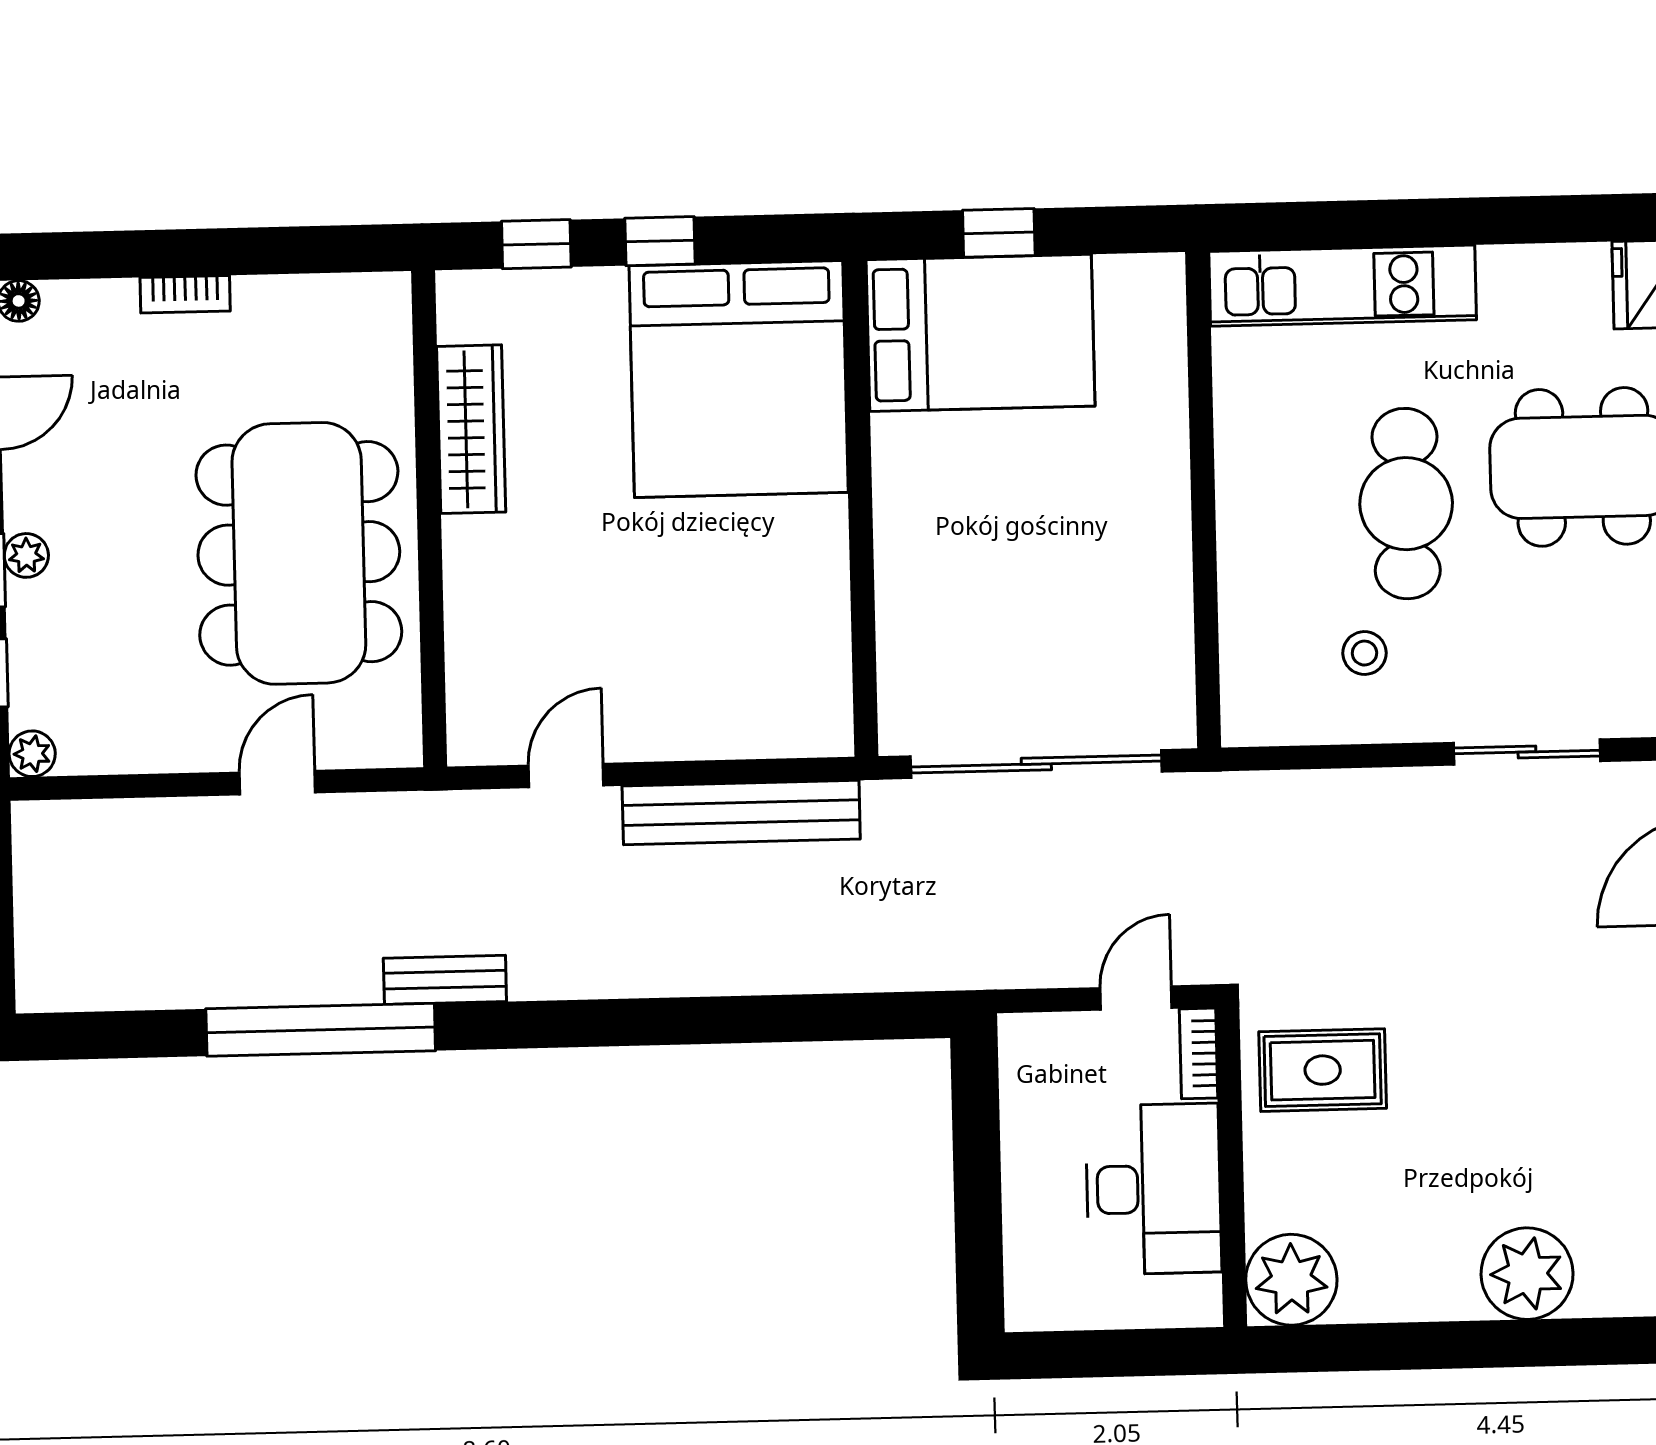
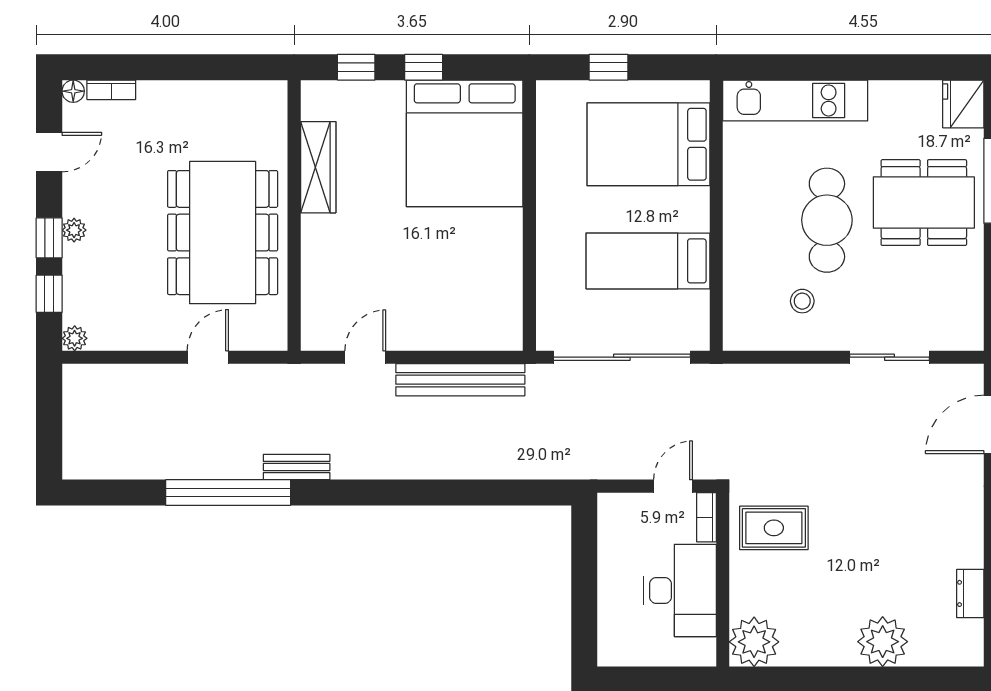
bookcase: (185, 294) -> (111, 90), moved
bed: (981, 333) -> (648, 144), moved, turned 180
bed: (1080, 586) -> (648, 261), added

